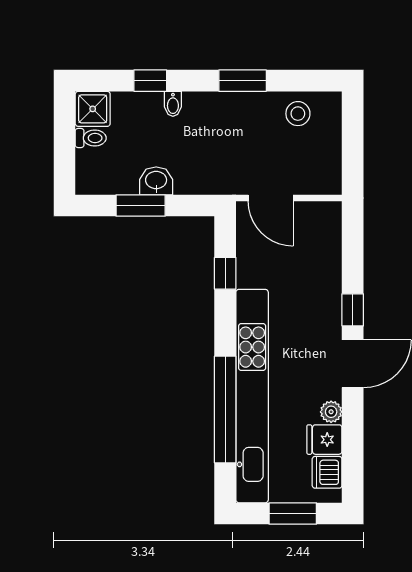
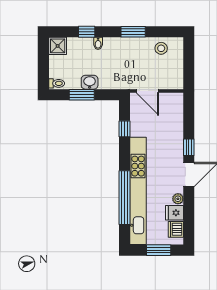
toilet: (91, 138) -> (57, 83), moved

